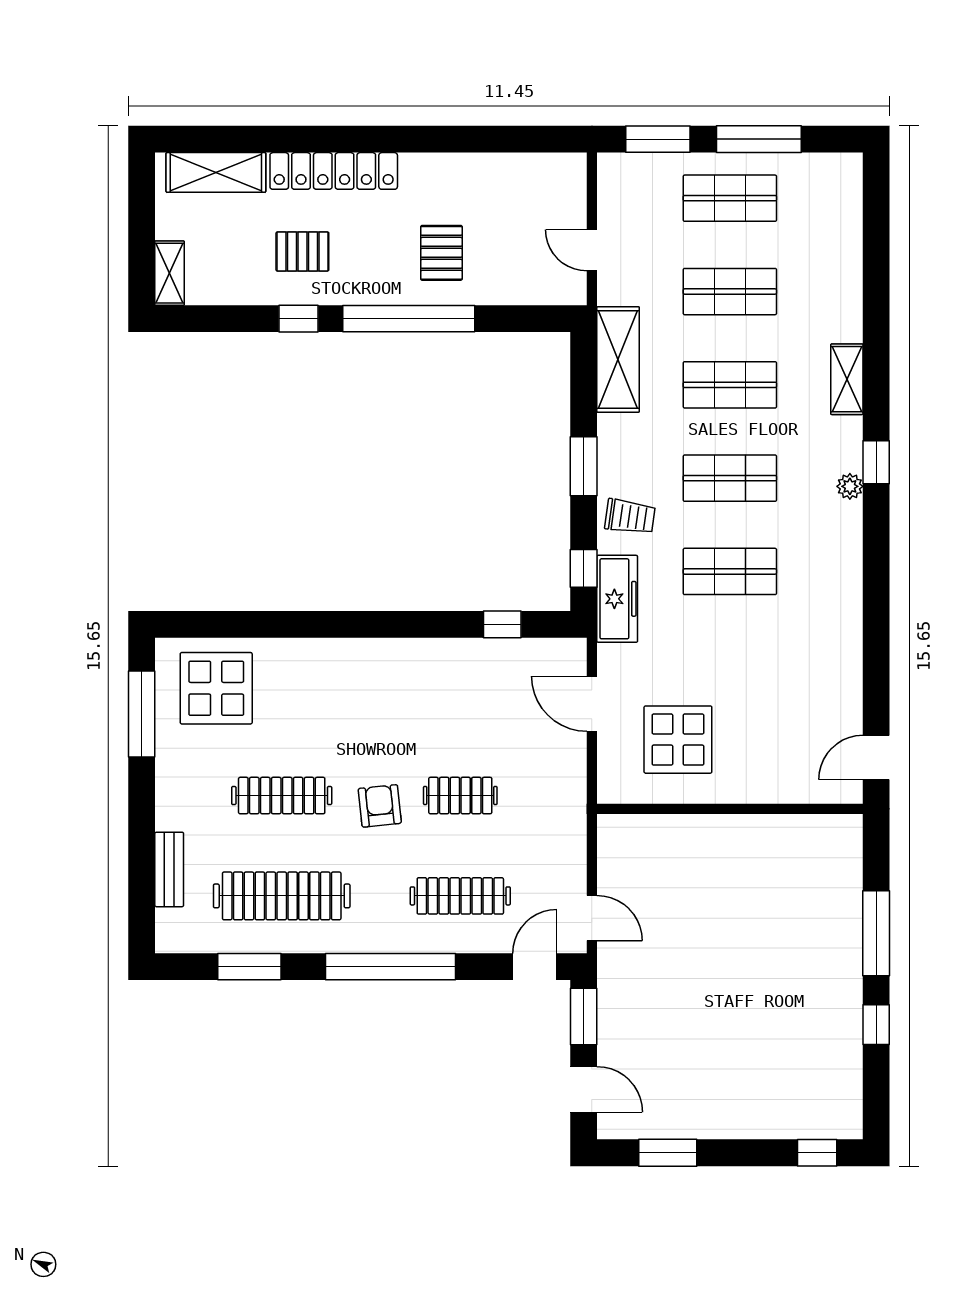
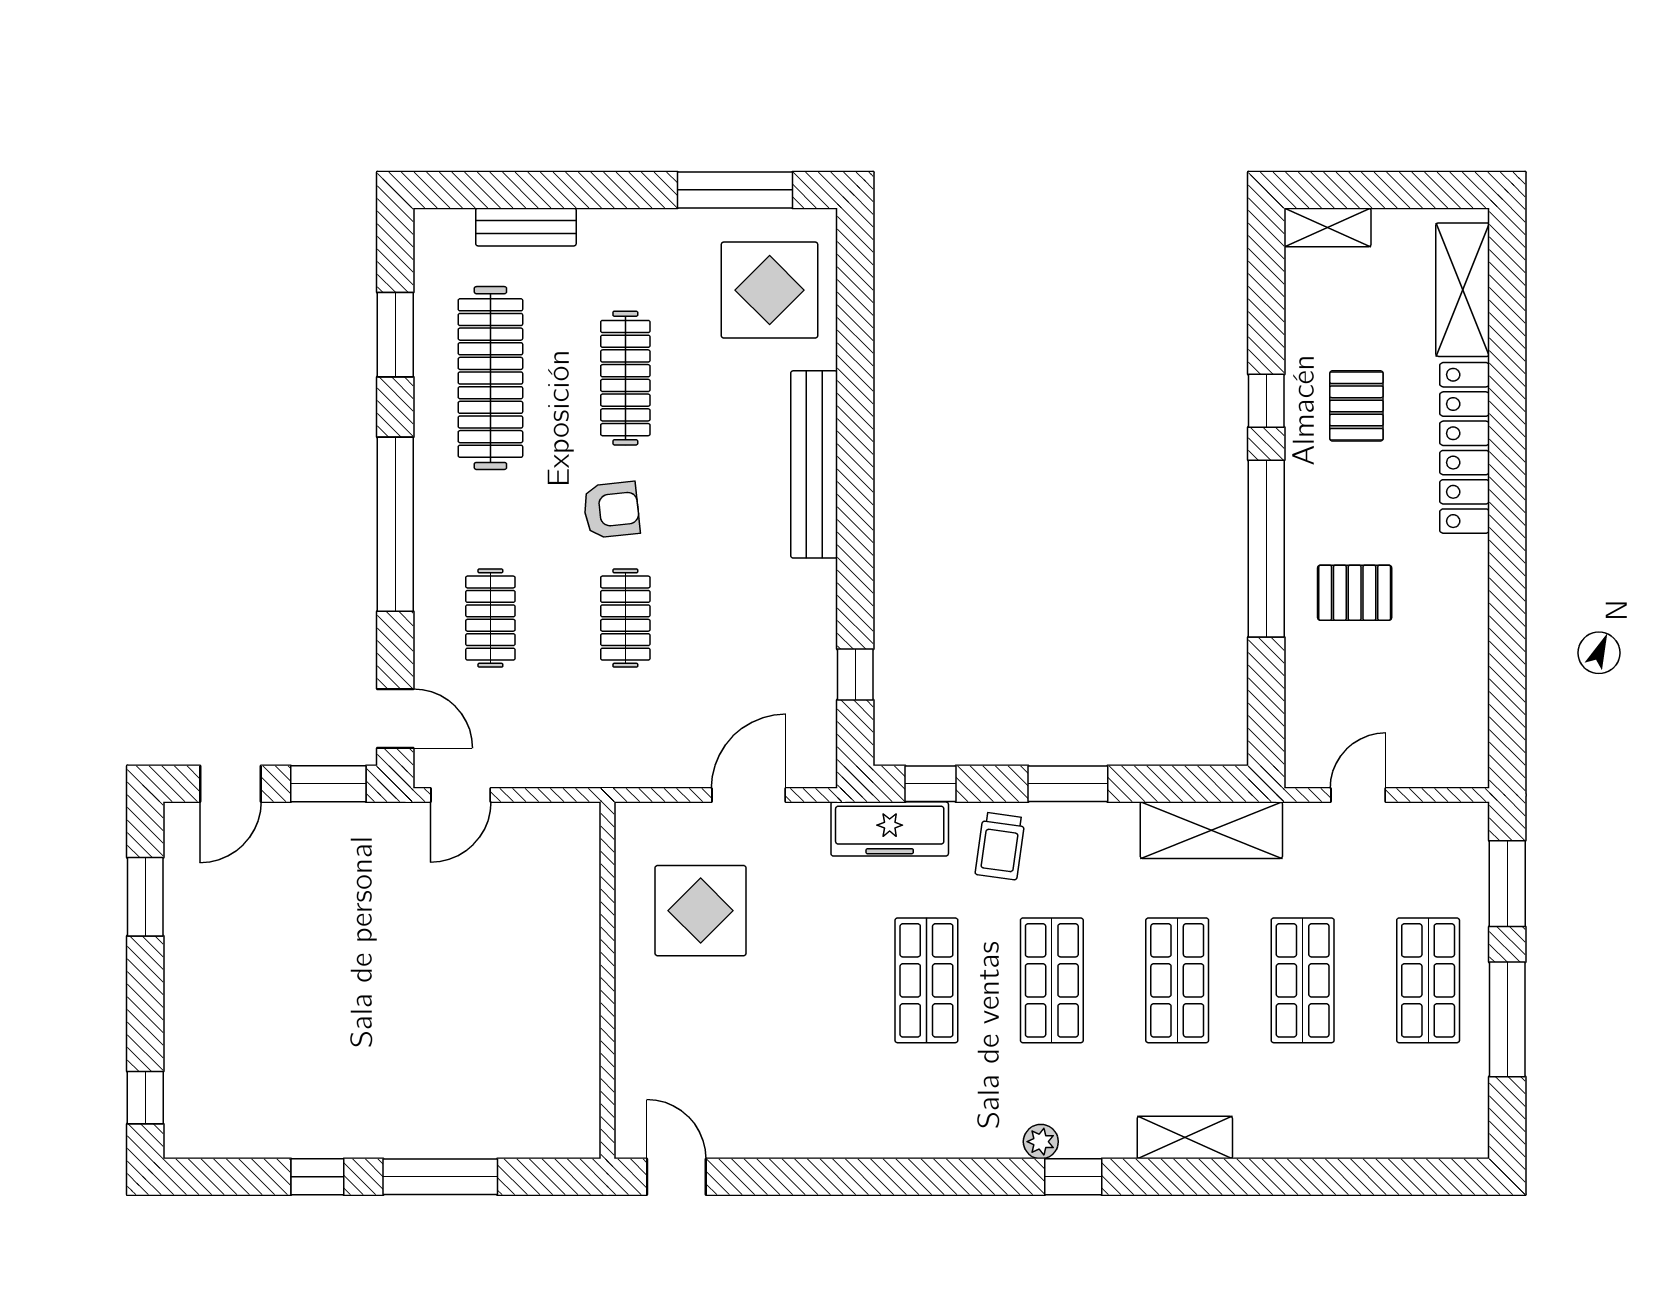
bench: (346, 655) -> (814, 464), added
clothes rail: (460, 896) -> (490, 618), width x0.73

